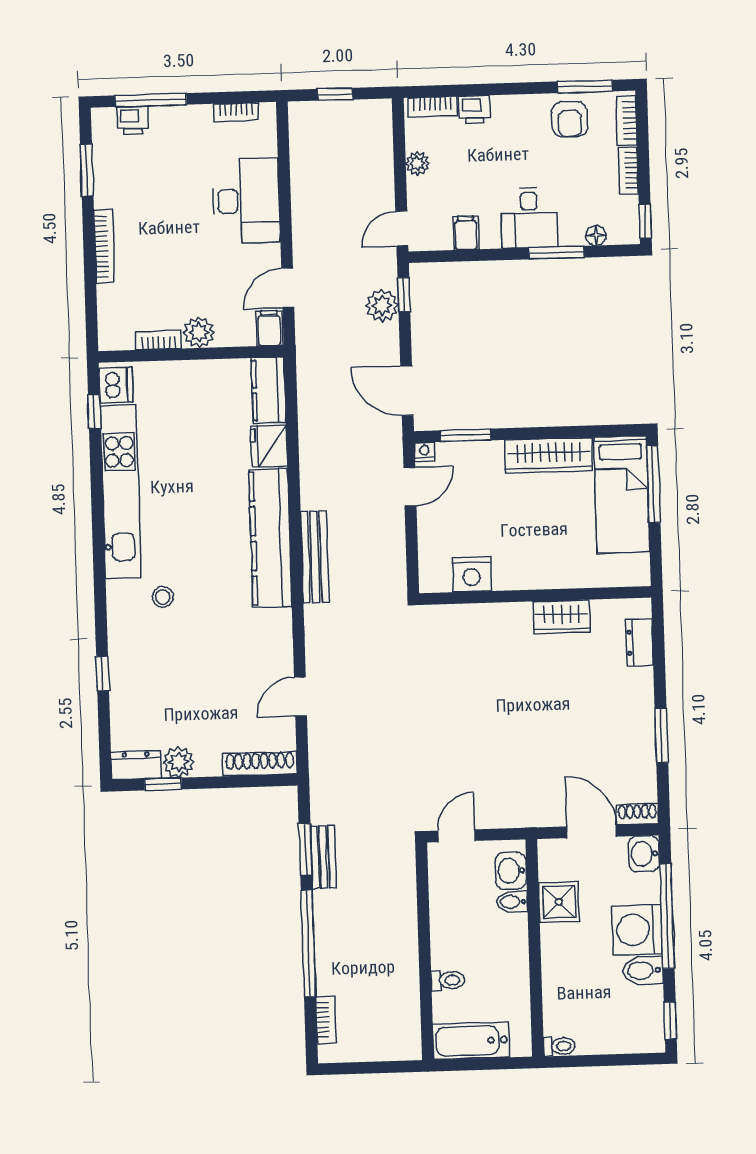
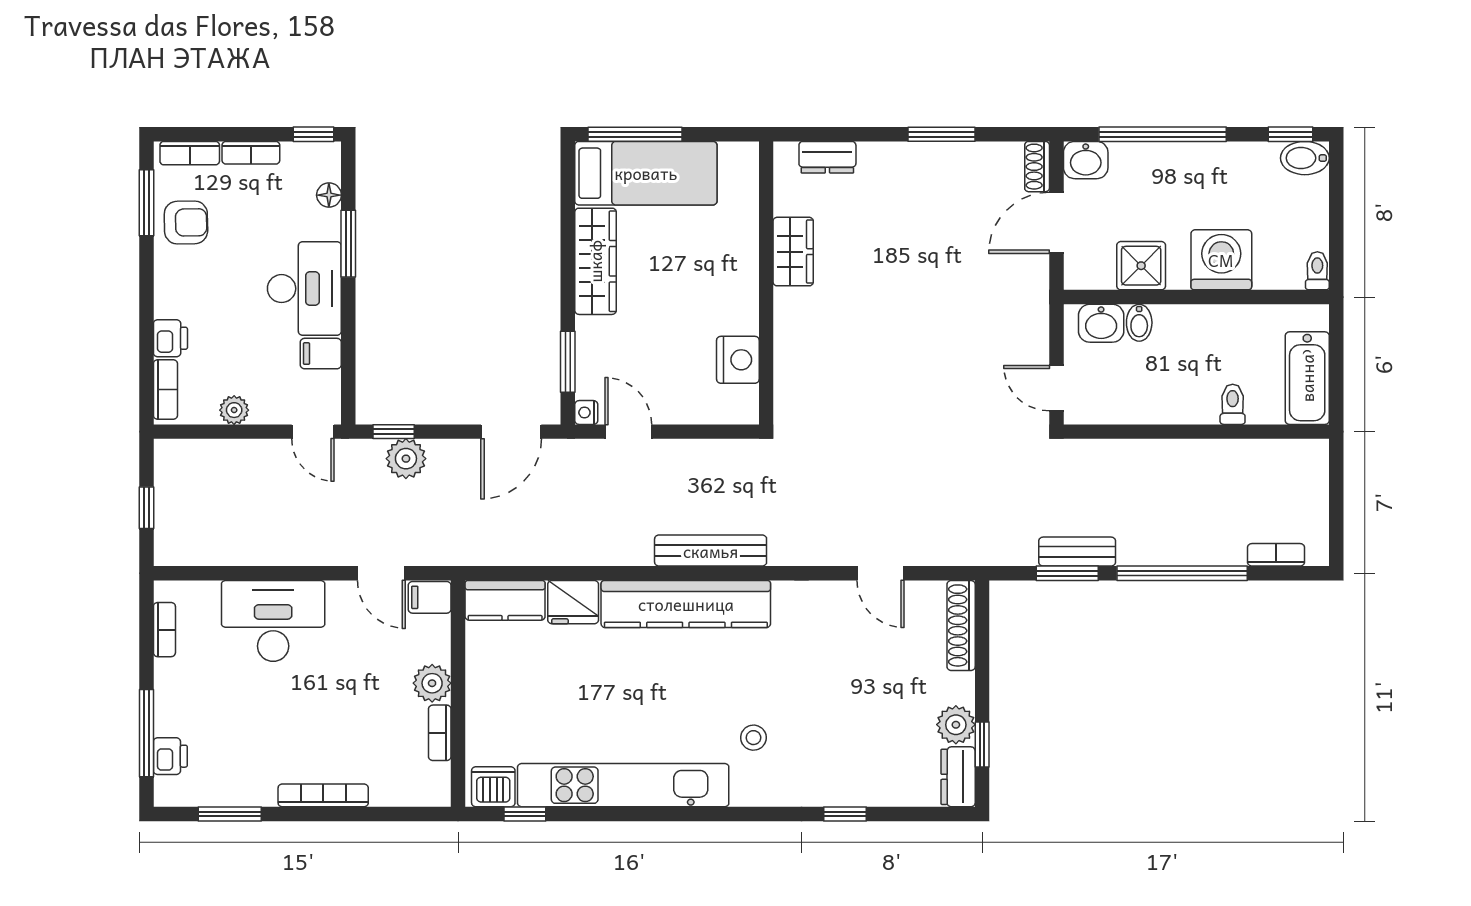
desk: (529, 218) -> (304, 289), width x1.37
washing machine: (637, 930) -> (1221, 260), moved, turned 180
bidet: (643, 970) -> (1305, 158), moved, turned 90

